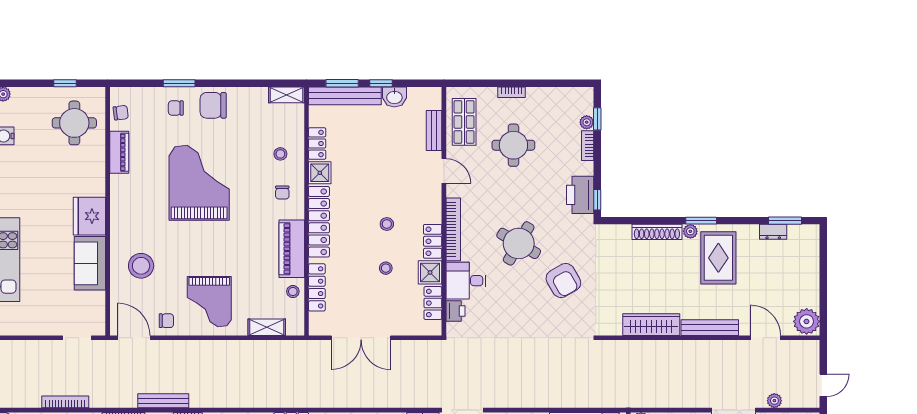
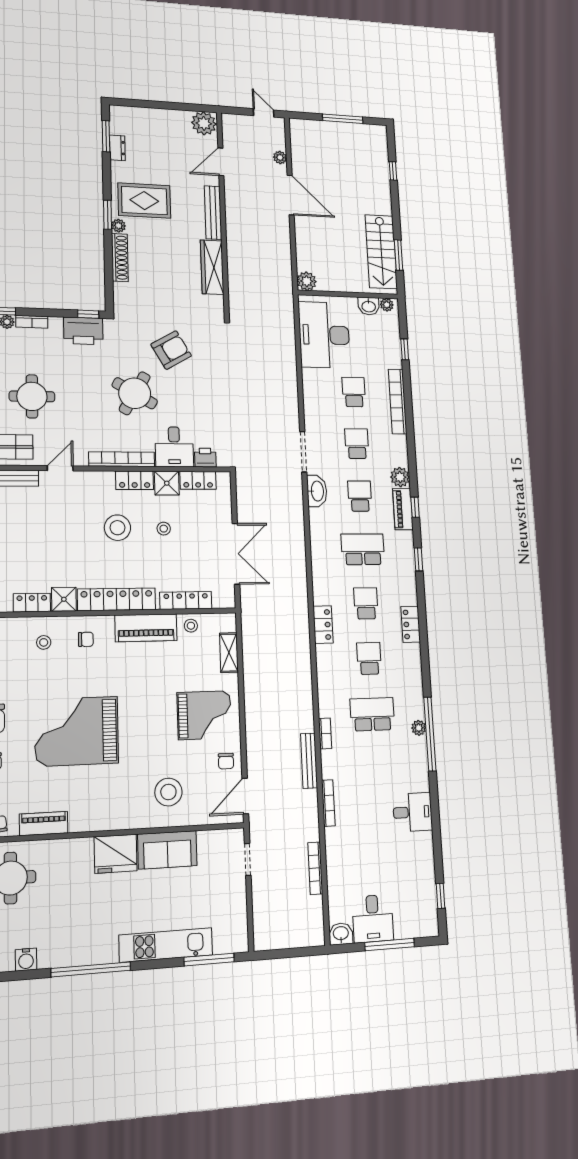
stool: (387, 224) -> (117, 528), width x1.89, depth x1.89
chair: (166, 321) -> (226, 761), turned 180

